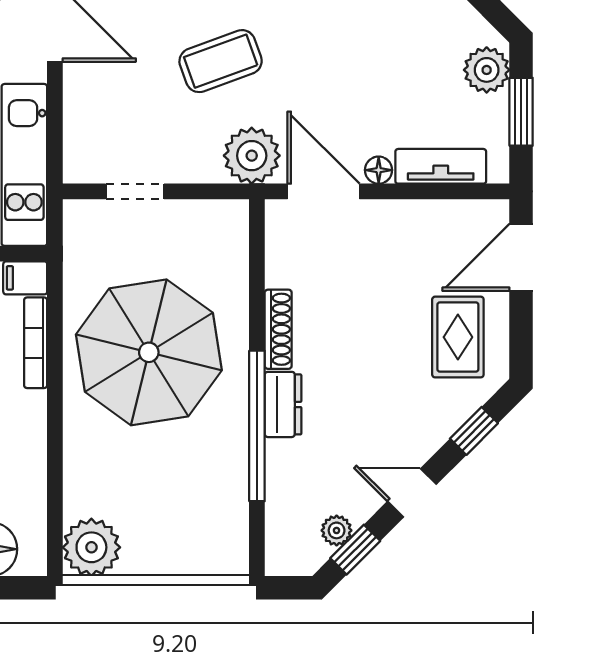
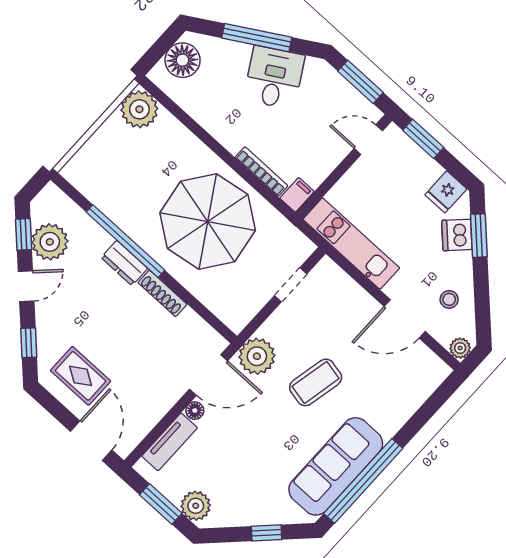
coffee table: (221, 61) -> (316, 382), turned 32
plant: (337, 530) -> (50, 242), width x1.88, depth x1.88

